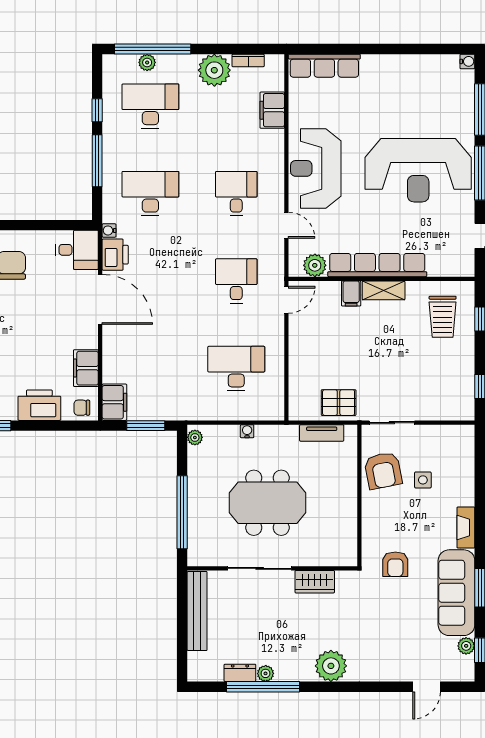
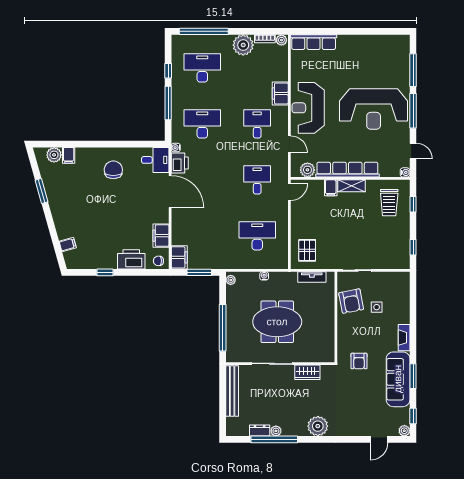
water cooler: (467, 61) -> (405, 172), moved
plant: (147, 62) -> (281, 40), moved
filing cabinet: (272, 110) -> (280, 93), moved
pallet: (339, 403) -> (307, 250), moved, turned 90
plant: (466, 646) -> (404, 431), moved

